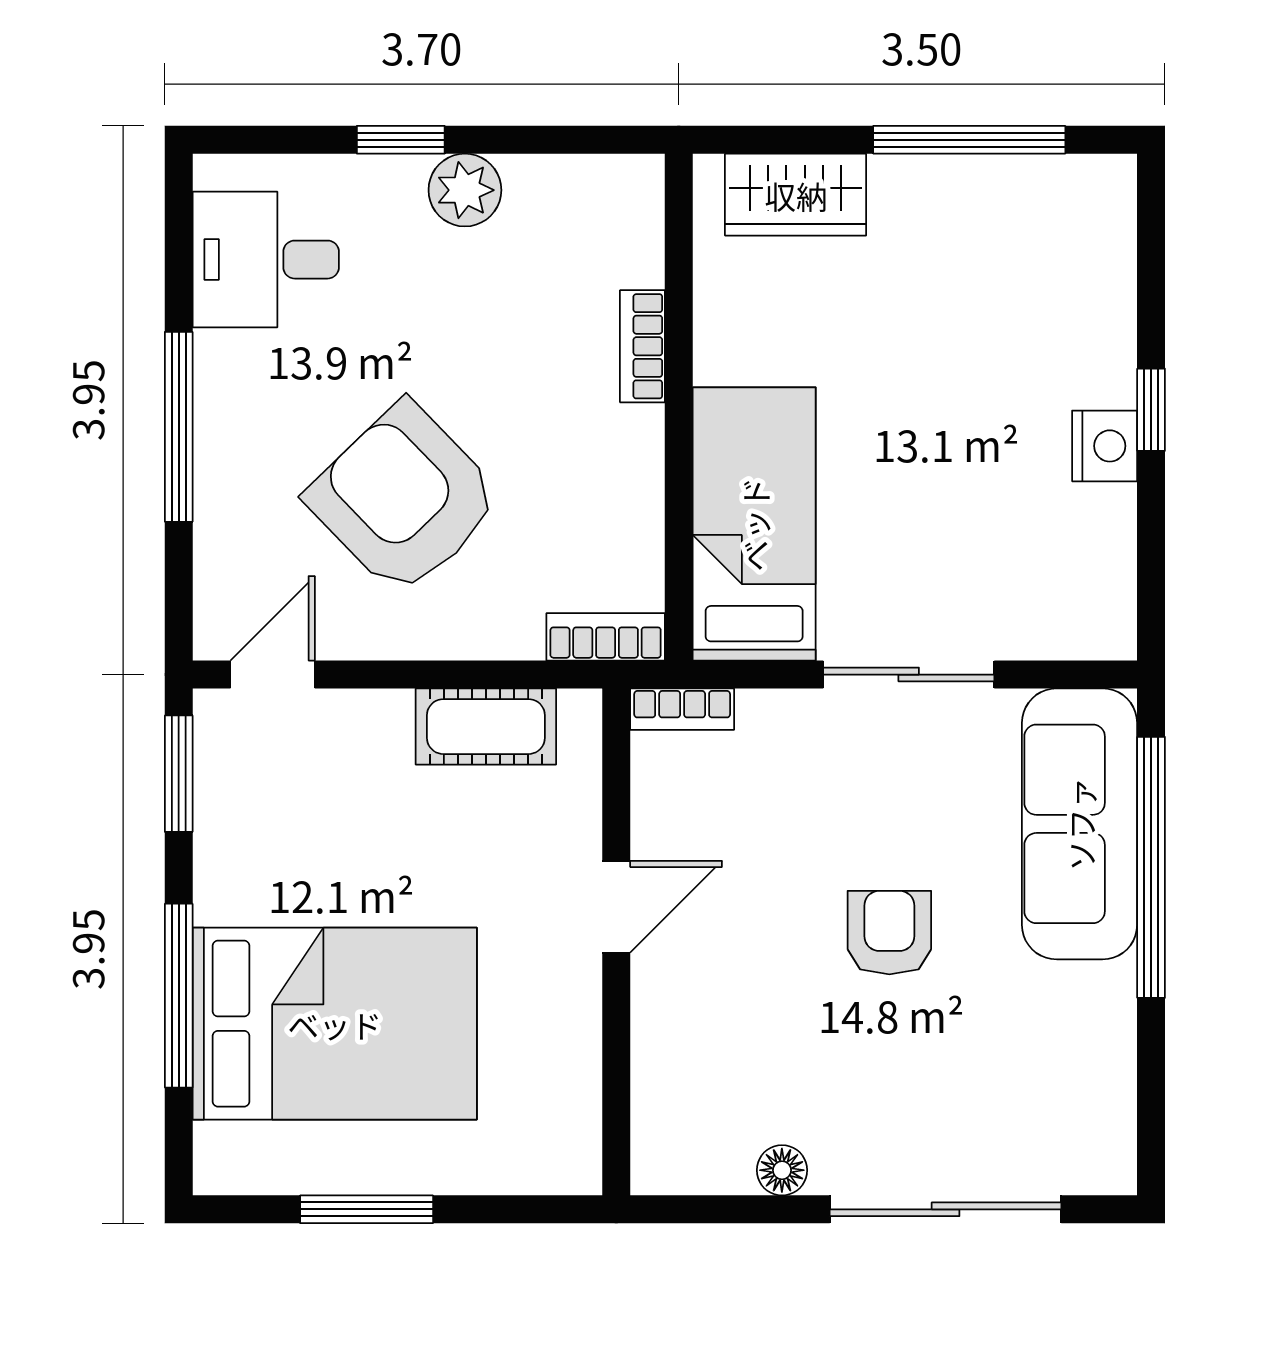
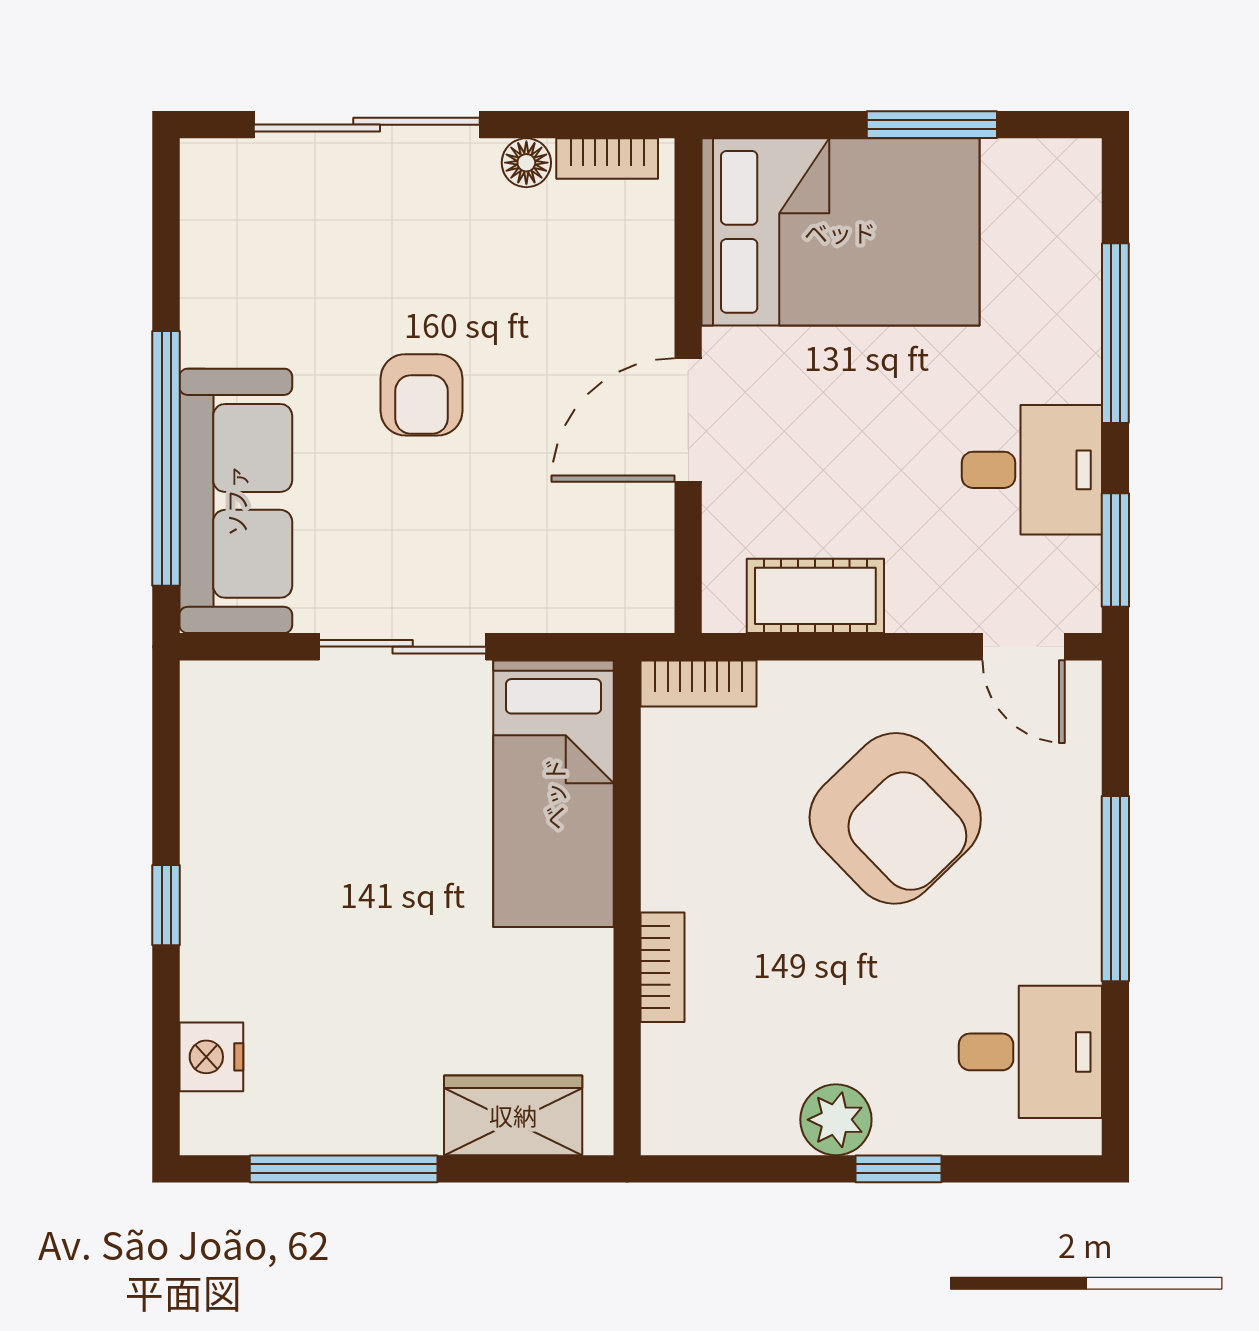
nightstand: (1105, 446) -> (211, 1057), moved
door: (273, 675) -> (1024, 647), hinge flipped
bookcase: (682, 709) -> (607, 158), moved, turned 180
desk: (264, 856) -> (1032, 470), added
door: (616, 907) -> (688, 420), width x1.38
bed: (335, 1024) -> (840, 232), moved, turned 180

